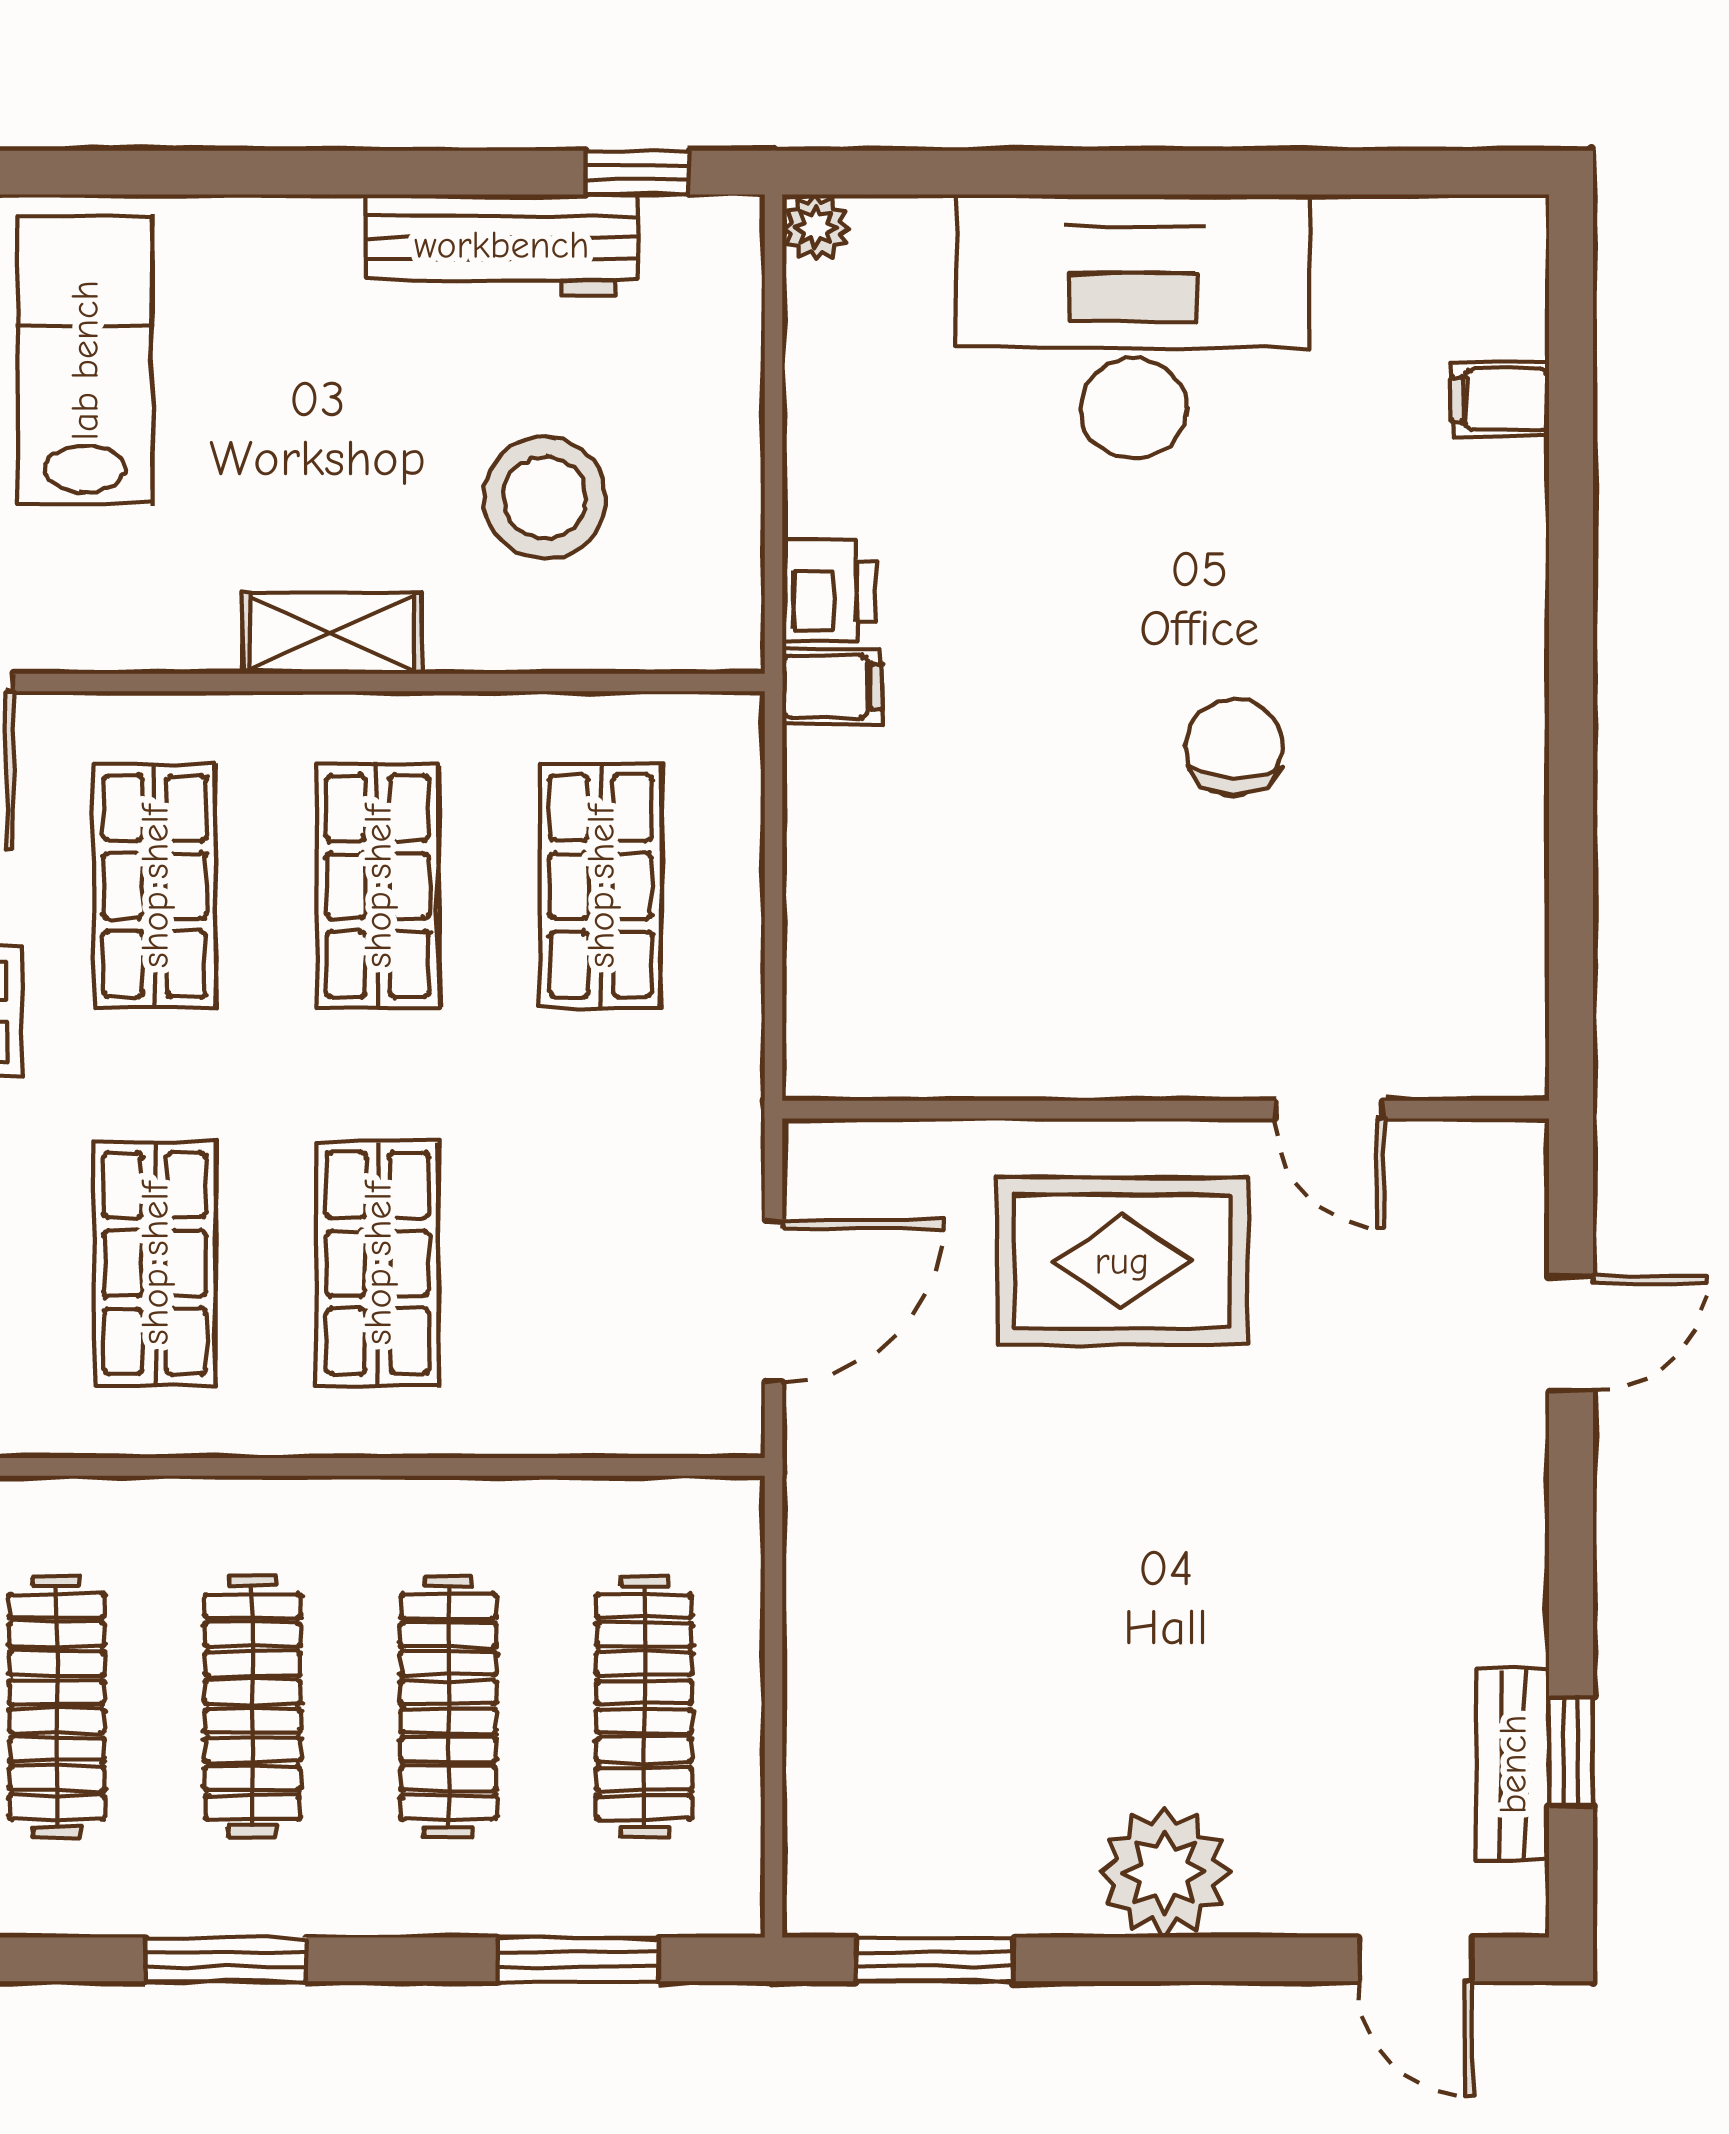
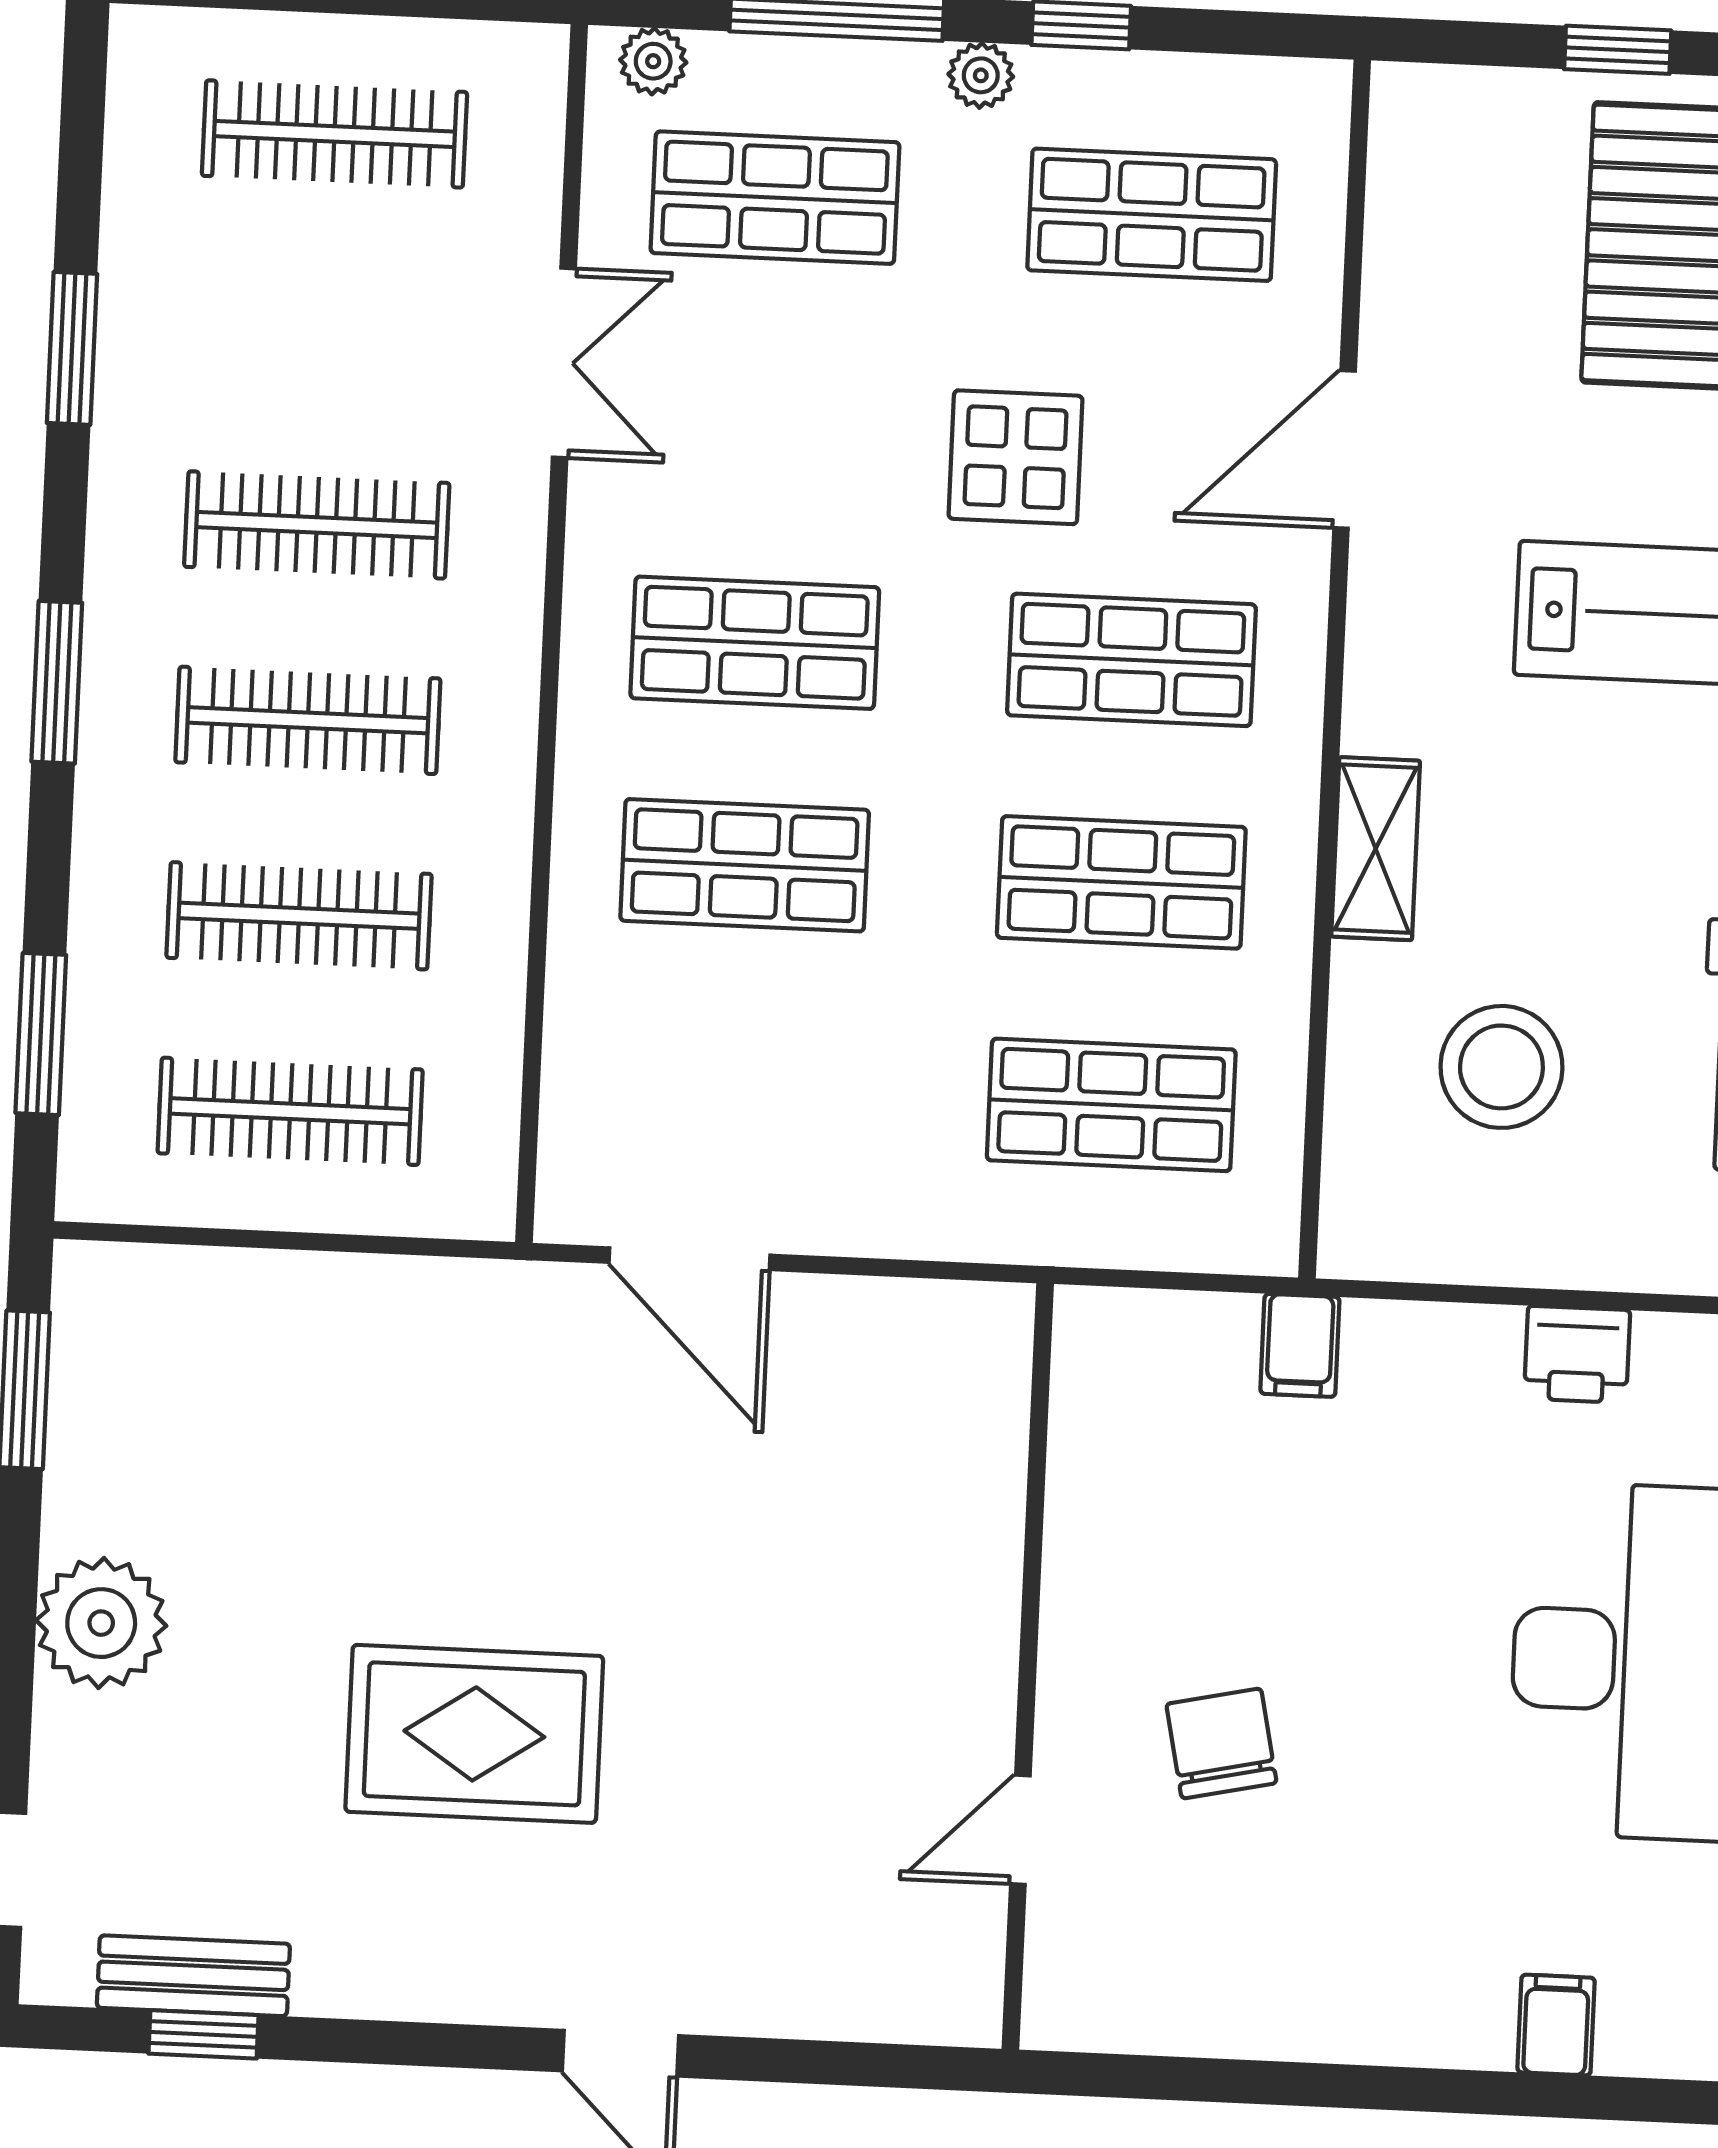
printer: (829, 591) -> (1577, 1354), moved
chair: (1234, 747) -> (1221, 1744), turned -102
wall: (1166, 1110) -> (1028, 1666), moved
door: (1329, 1110) -> (1020, 1830), moved
rug: (1122, 1261) -> (474, 1734), moved, turned 90

